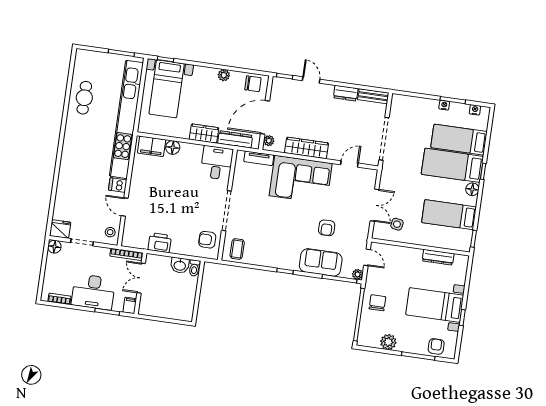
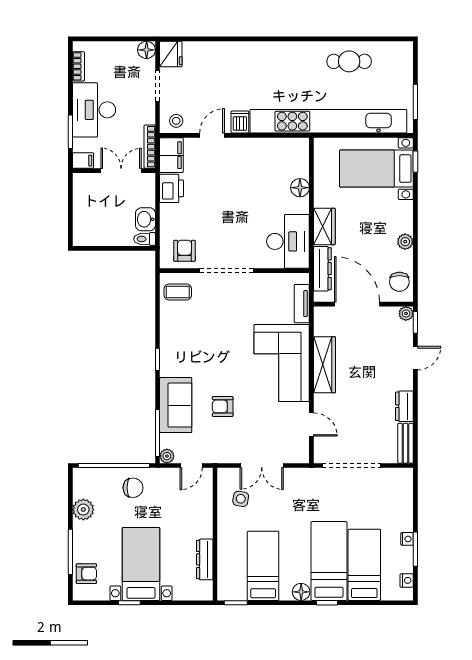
plant: (269, 141) -> (406, 313), moved
filing cabinet: (152, 146) -> (171, 155), moved, turned 180
desk: (217, 163) -> (288, 241), width x1.37

